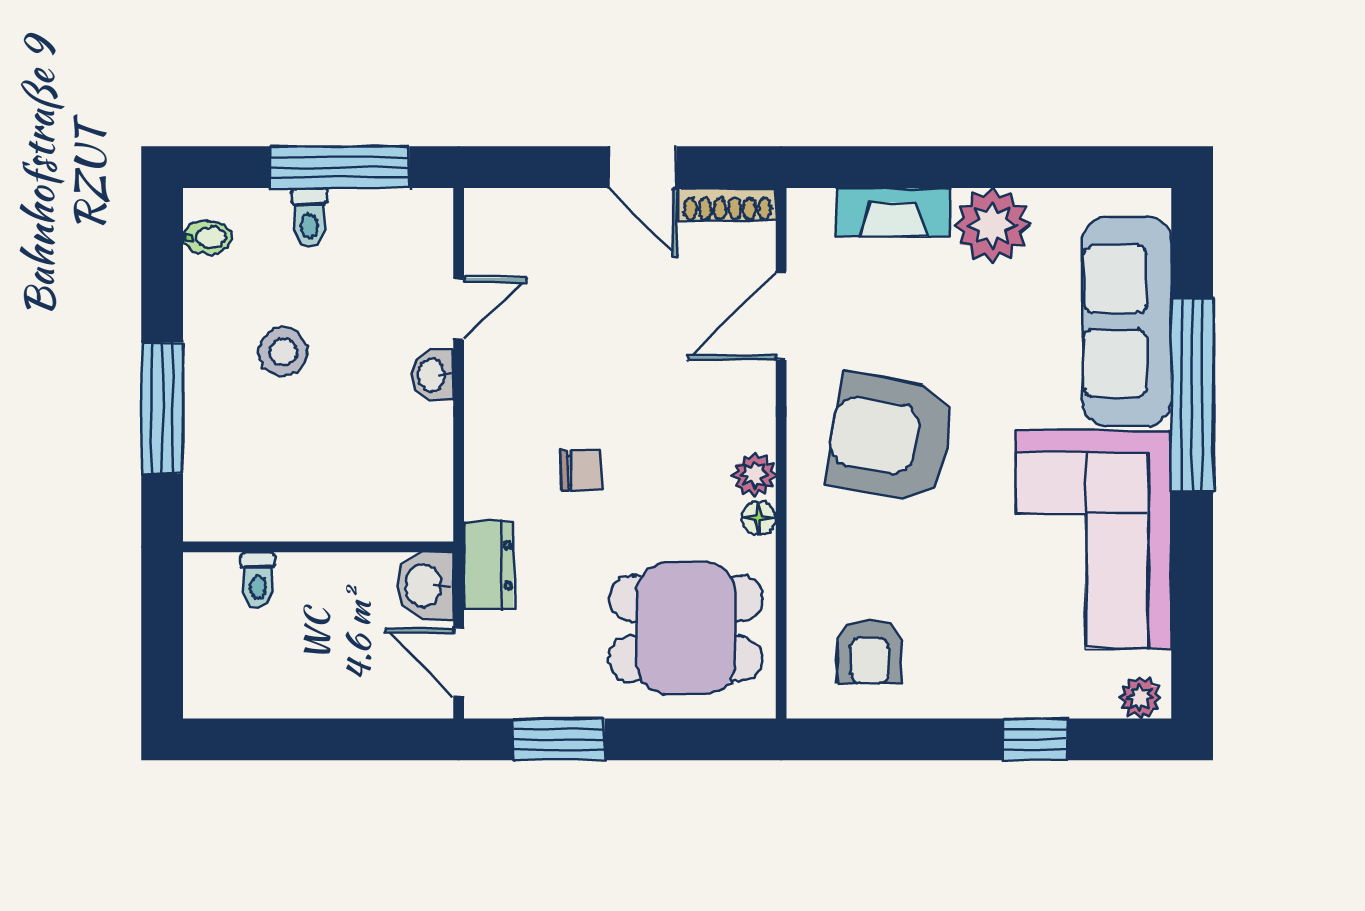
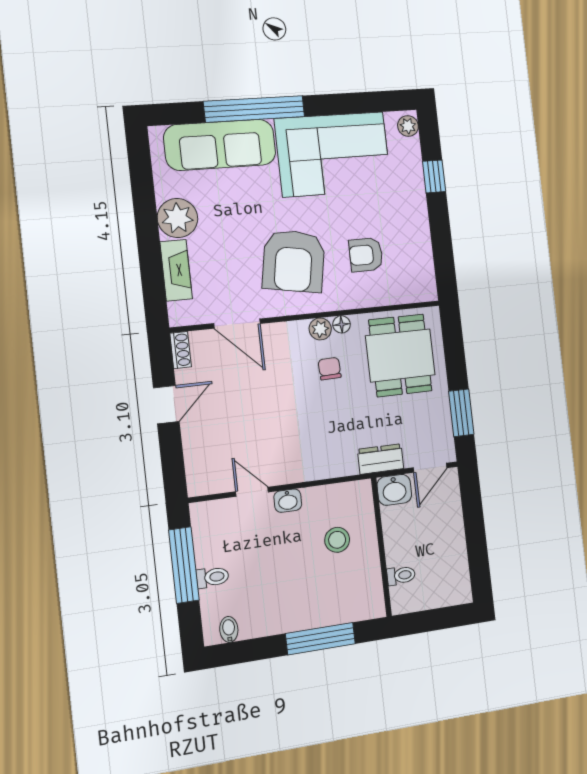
shoe rack: (727, 204) -> (181, 350), width x0.70
stool: (283, 352) -> (337, 540), moved
chair: (582, 470) -> (330, 369), moved
armchair: (870, 652) -> (366, 255), moved, turned 180

